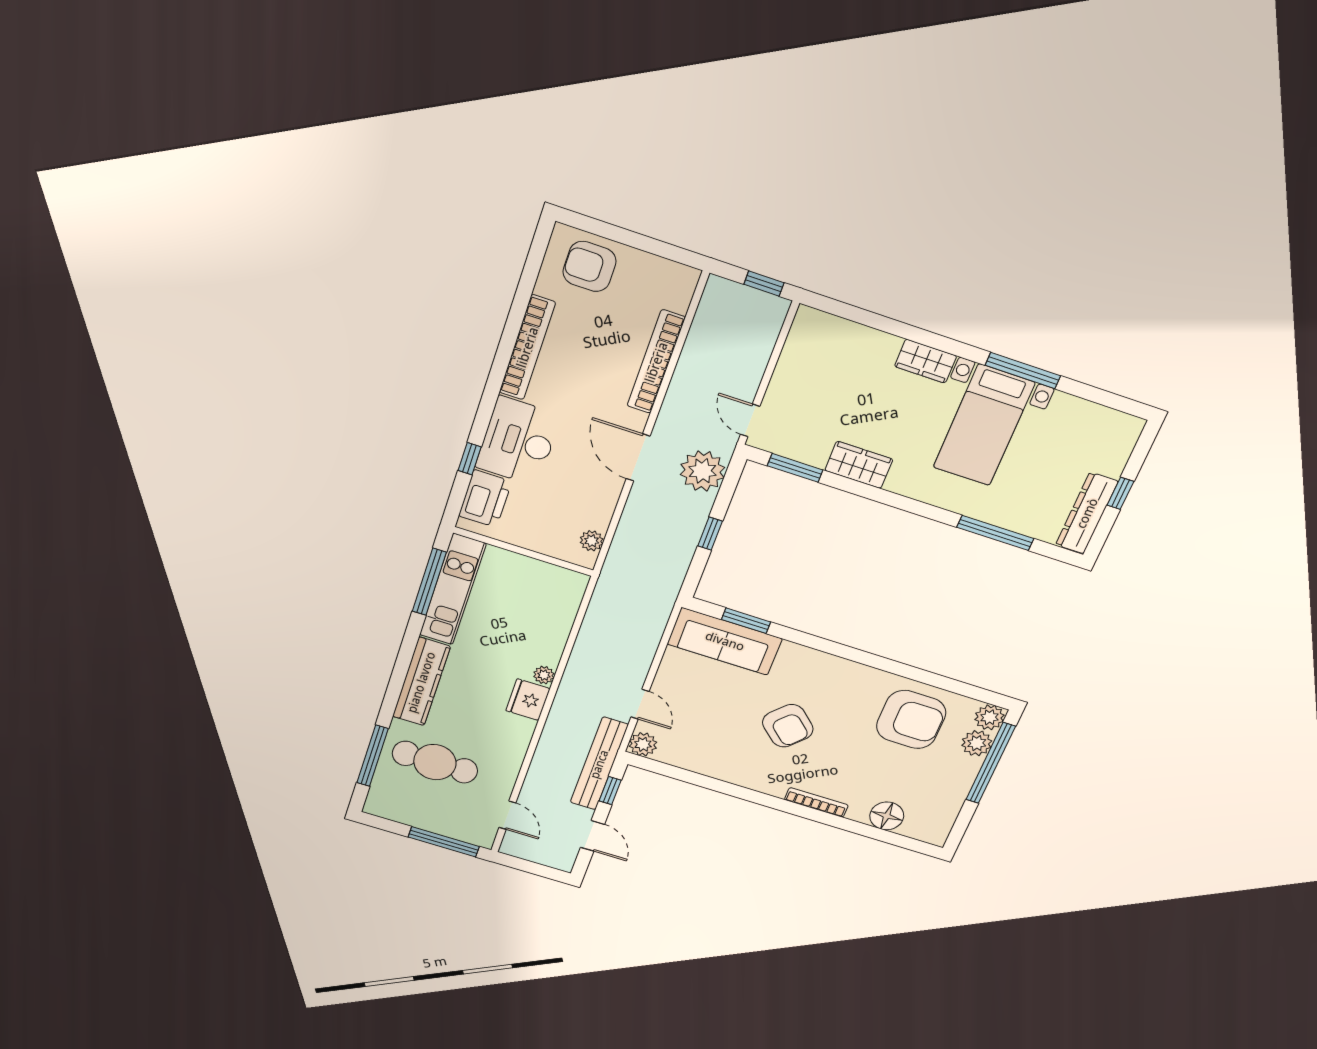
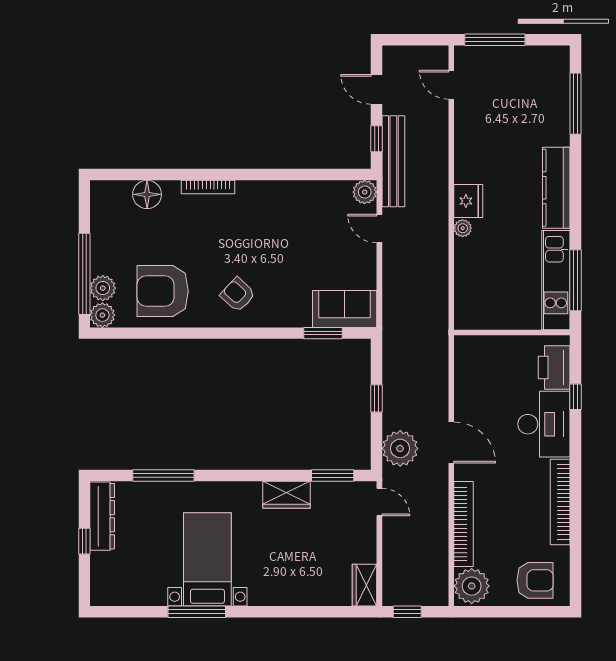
wardrobe: (926, 361) -> (364, 585), moved, turned -90
plant: (592, 541) -> (472, 586), moved, width x1.87, depth x1.87
sofa: (725, 641) -> (345, 309), width x0.73
armchair: (788, 726) -> (238, 295), moved, width x0.72, depth x0.72
cafe table: (435, 762) -> (524, 115), removed

